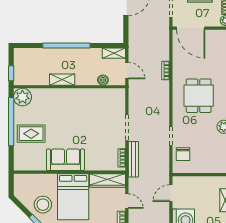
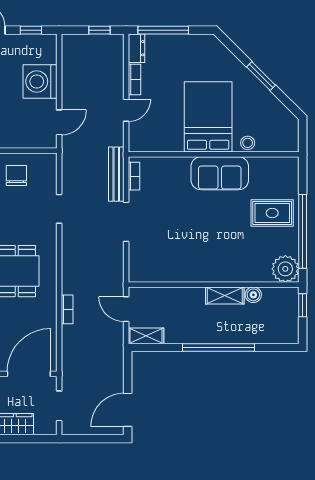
door: (191, 28) -> (29, 374), hinge flipped
boiler: (103, 80) -> (253, 295), moved
chair: (183, 154) -> (16, 176), moved
wardrobe: (108, 181) -> (156, 142), removed
door: (127, 201) -> (126, 110), swing flipped
stool: (43, 205) -> (248, 143), moved, width x0.53, depth x0.53

